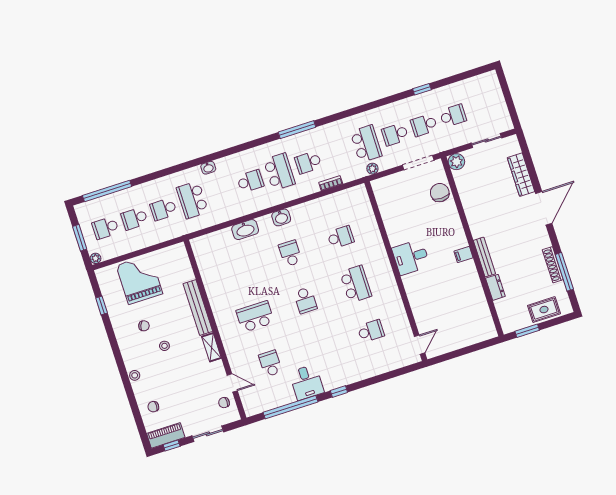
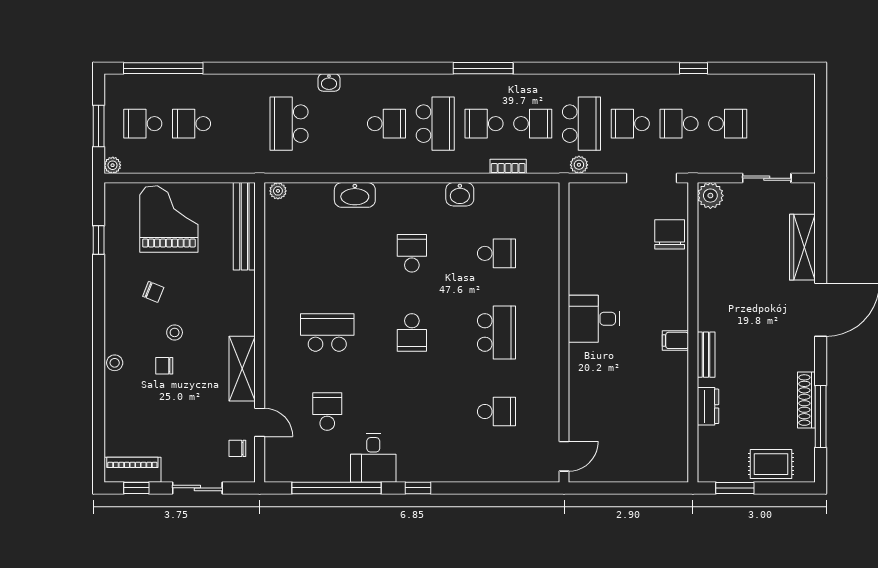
school desk: (163, 209) -> (533, 124), moved, turned 180
washbasin: (281, 217) -> (460, 194), moved
plant: (199, 242) -> (278, 191), added
bench: (484, 257) -> (706, 355), width x0.73
bench: (198, 308) -> (244, 226), moved
shelving: (211, 347) -> (242, 369), width x1.50, depth x1.33
chair: (153, 407) -> (164, 366), moved

